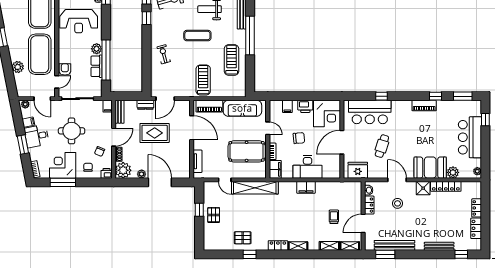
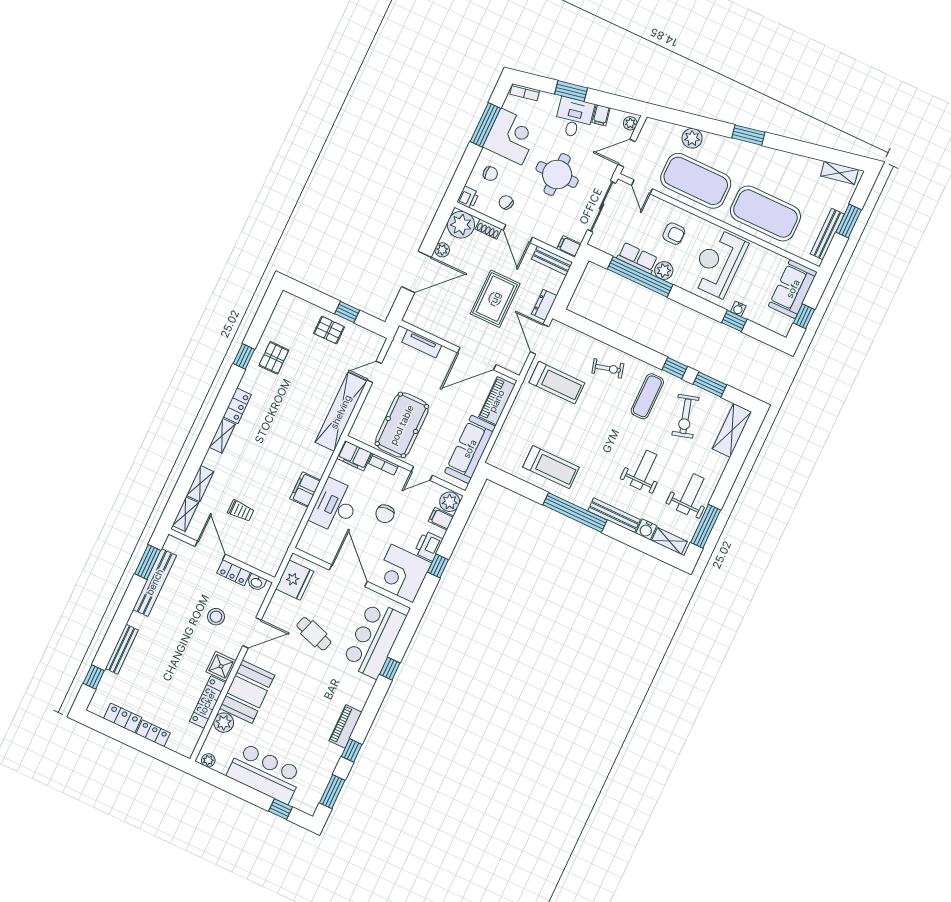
exercise mat: (197, 36) -> (647, 396), moved
armchair: (65, 69) -> (674, 234), moved
treadmill: (203, 80) -> (557, 383), moved
window: (314, 96) -> (438, 566), added
plant: (276, 106) -> (450, 502), added

